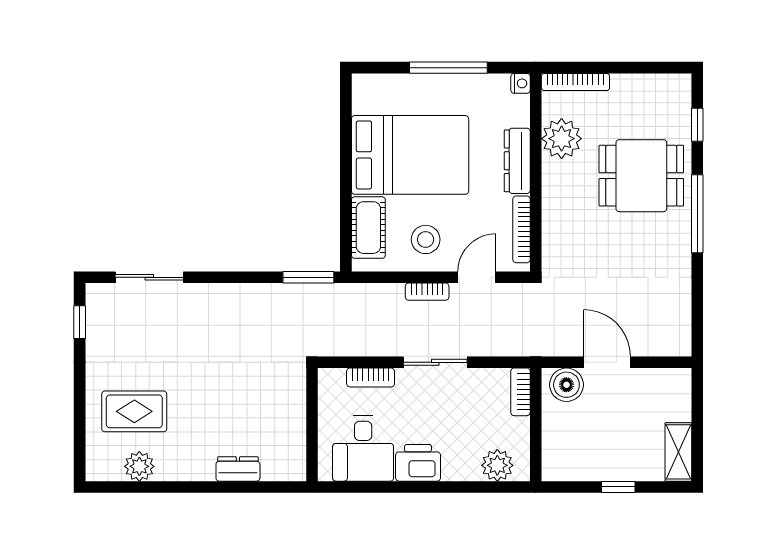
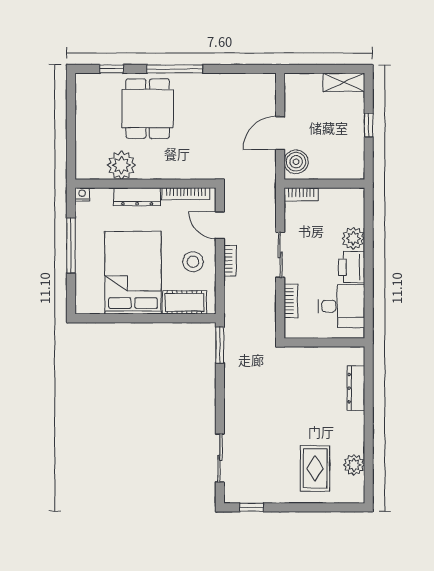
bookcase: (575, 82) -> (81, 155), removed
plant: (497, 465) -> (353, 238), moved
dresser: (238, 469) -> (356, 388), width x1.44

